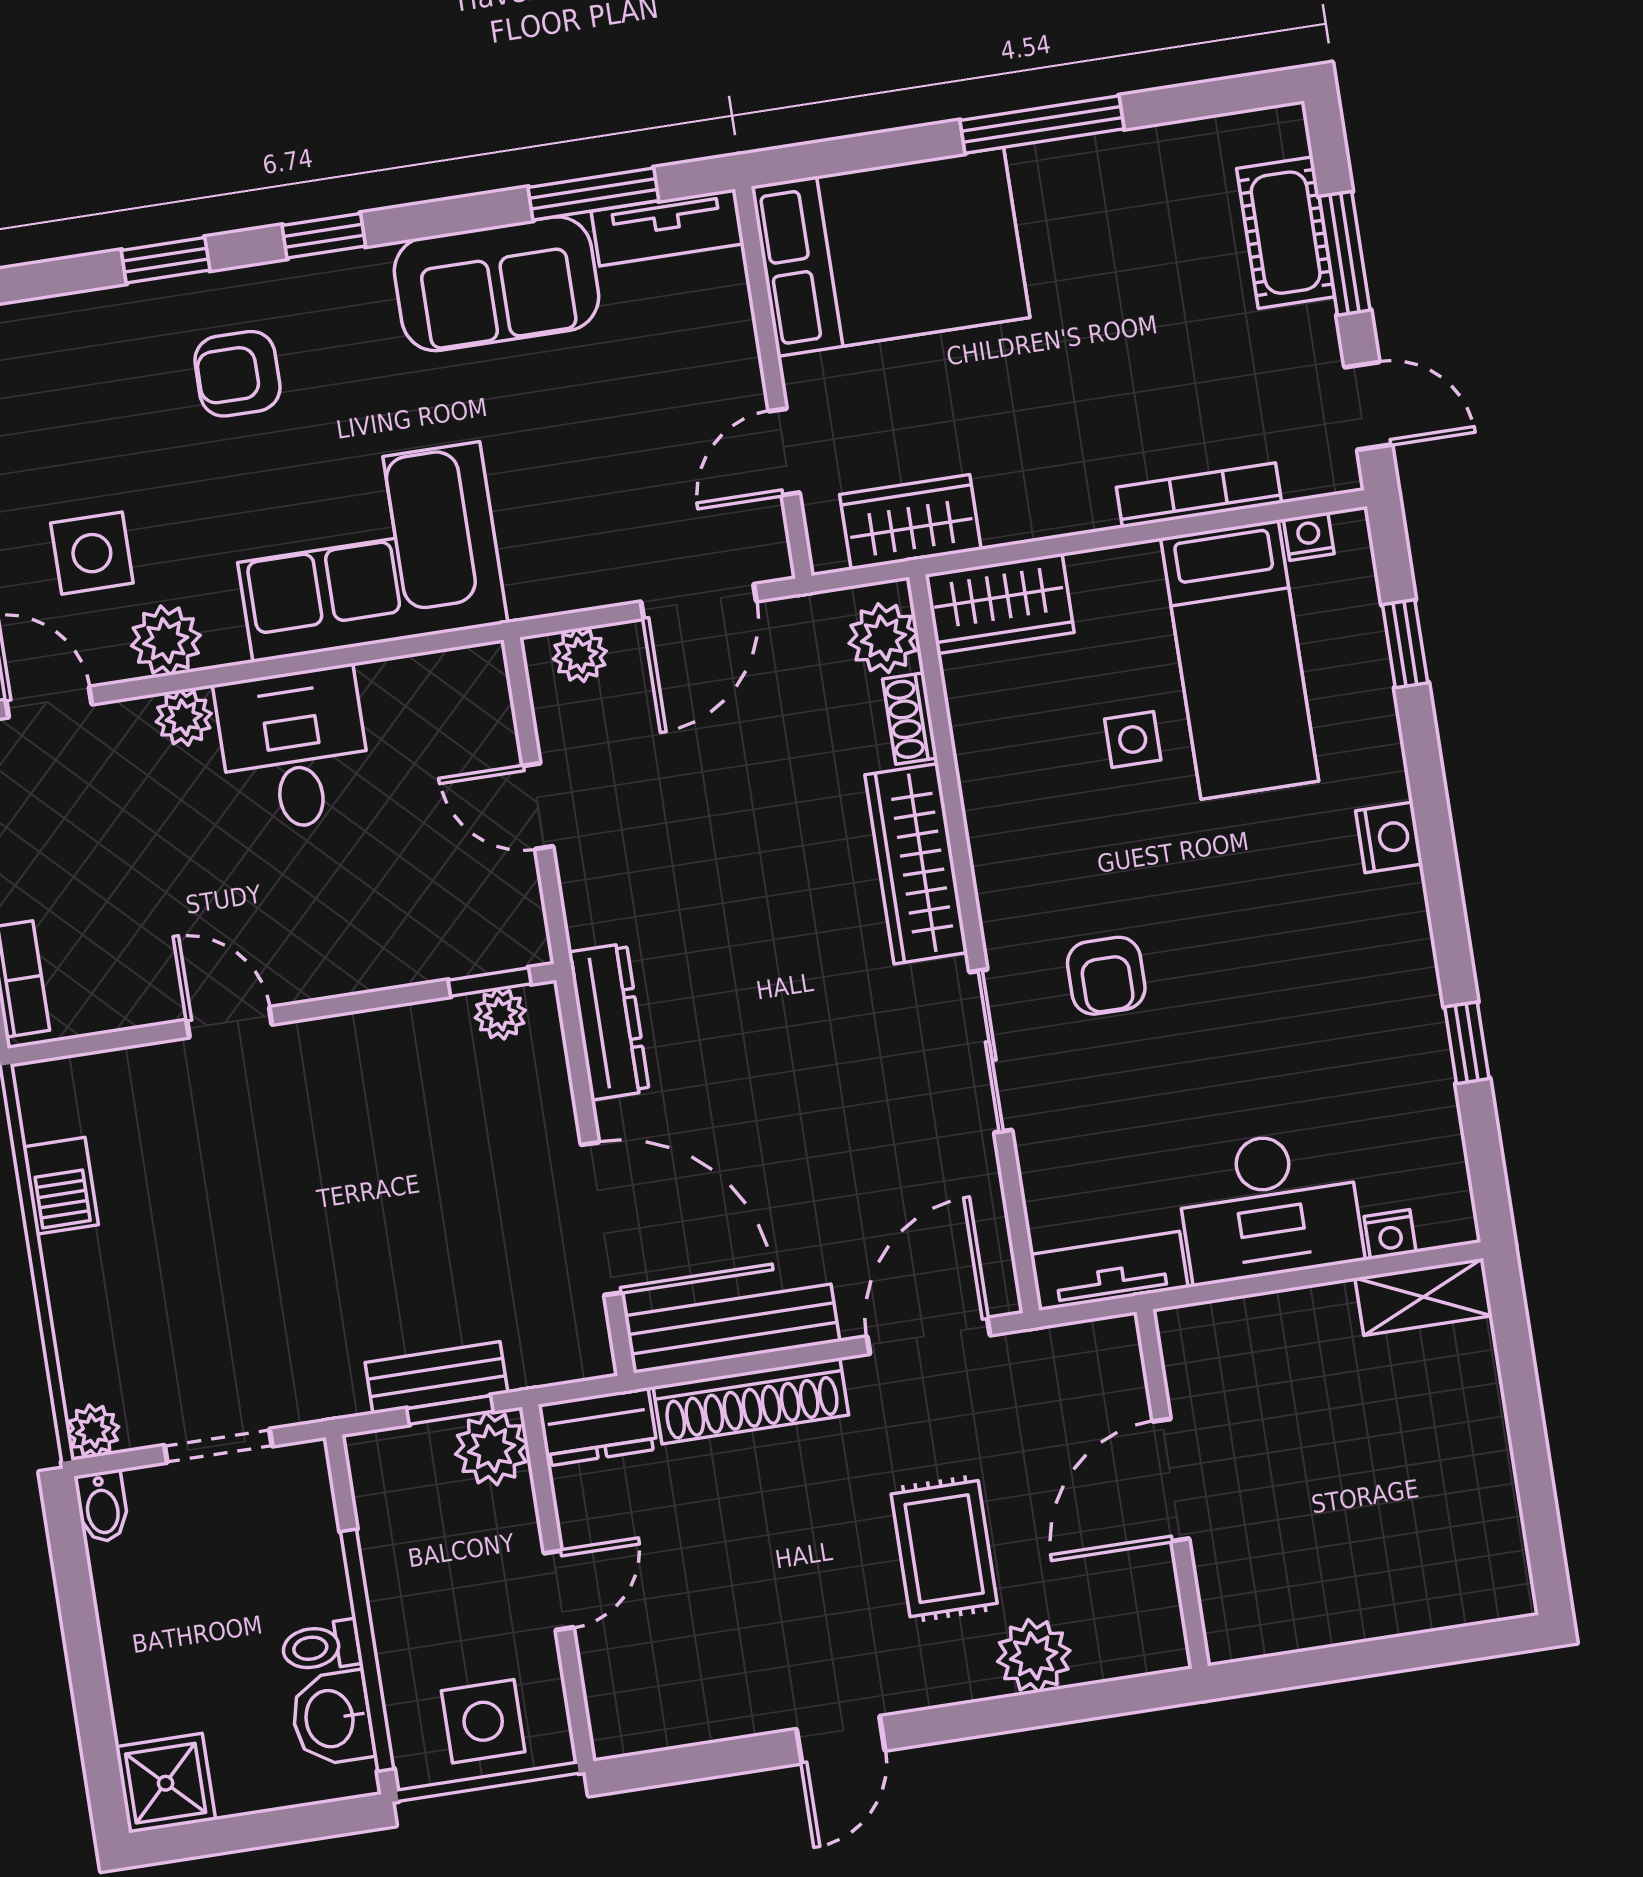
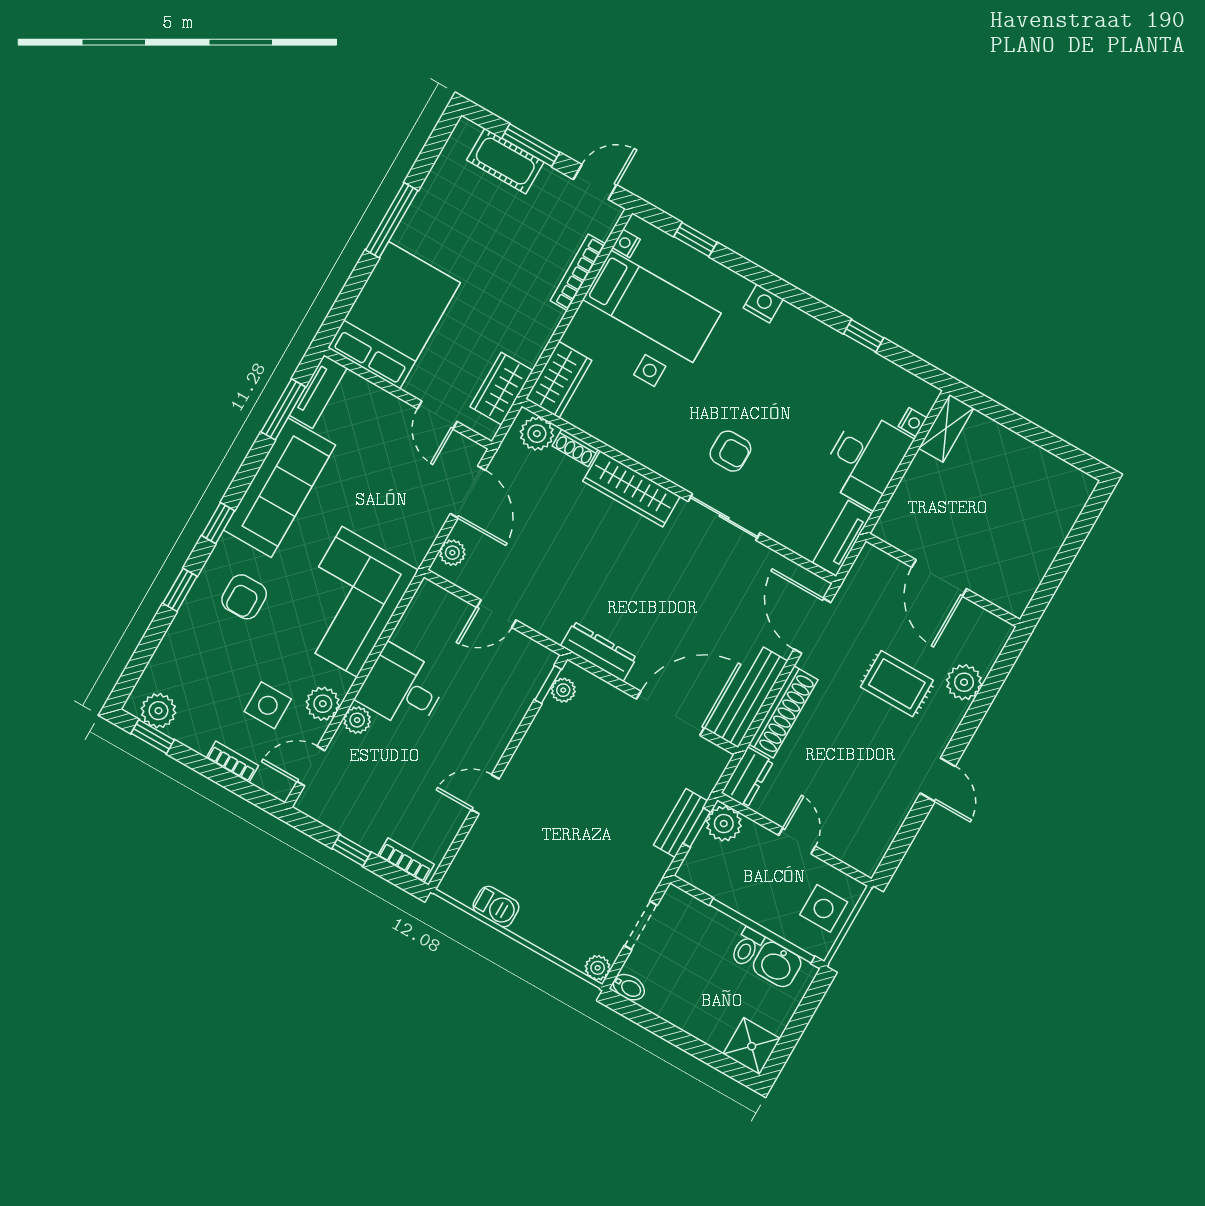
sofa: (497, 284) -> (279, 488), width x1.36

